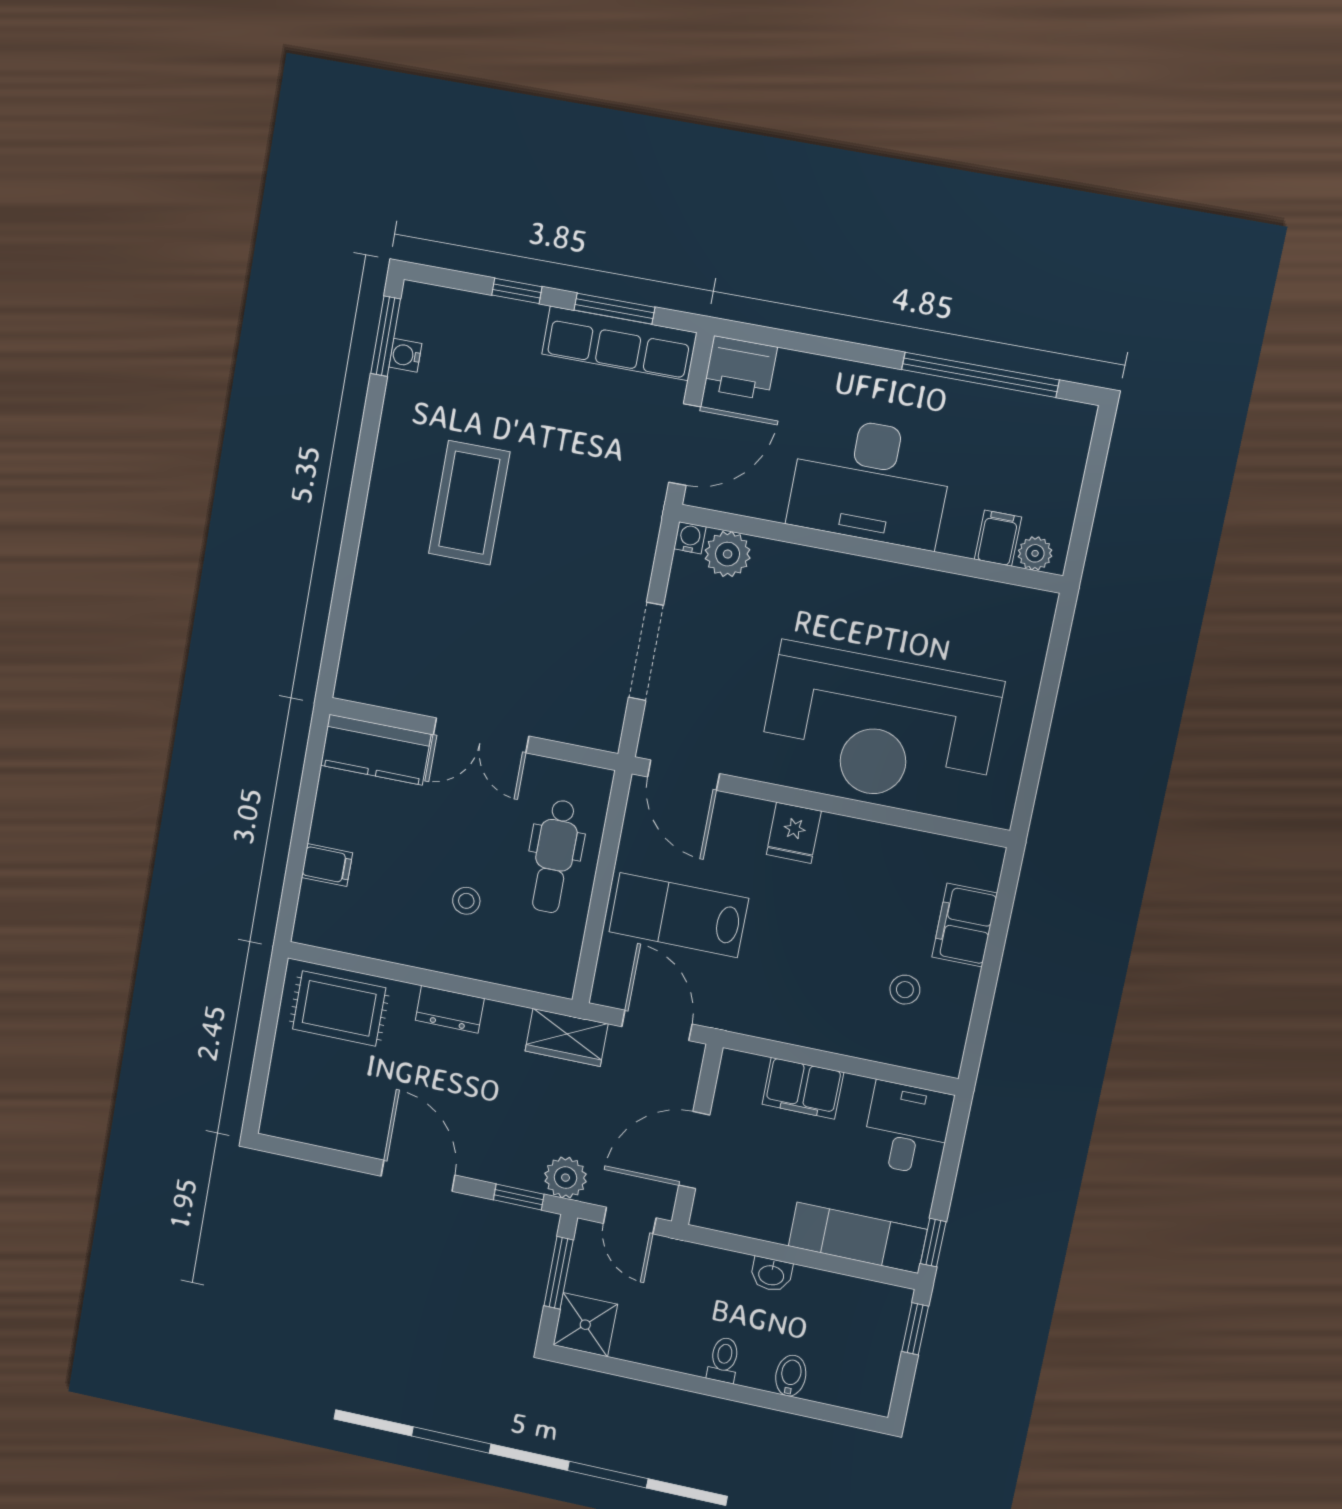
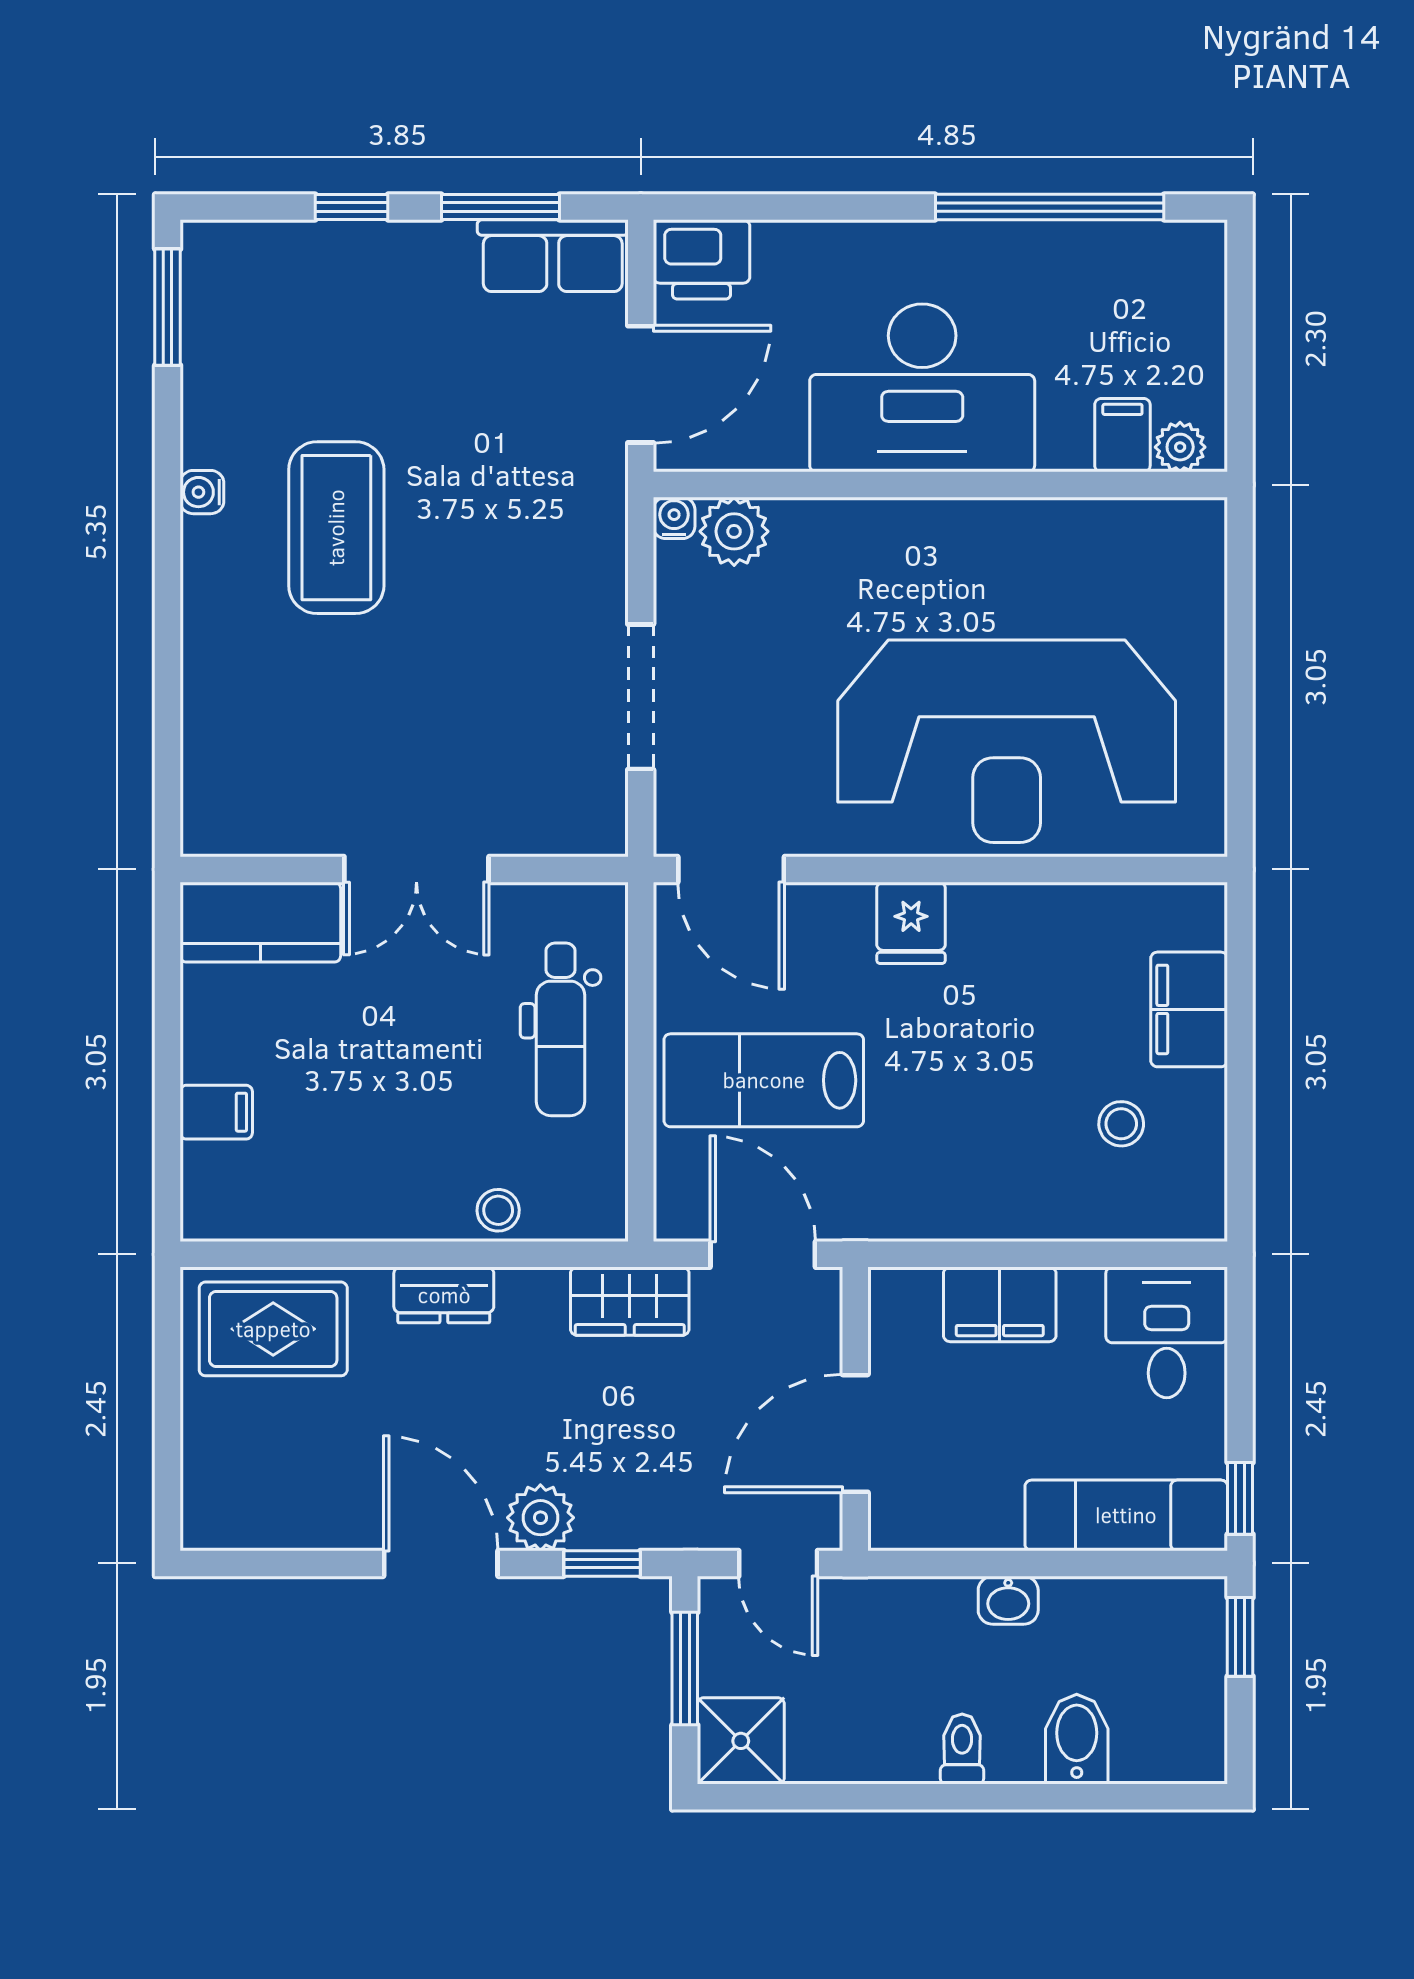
row of seats: (619, 343) -> (553, 256), width x0.68
water cooler: (405, 355) -> (202, 492), moved
stool: (466, 901) -> (498, 1210), moved
plant: (566, 1178) -> (540, 1518), moved
bidet: (791, 1376) -> (1077, 1739), width x1.38, depth x1.36

